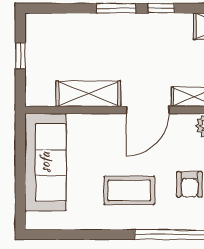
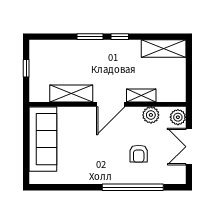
coffee table: (129, 190) -> (99, 158), removed

